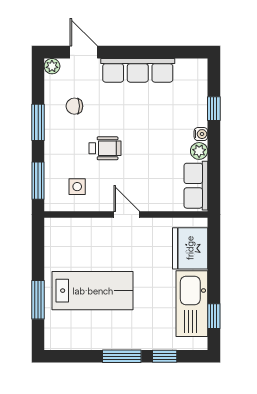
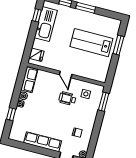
window: (38, 122) -> (96, 129), removed
wheelchair: (105, 148) -> (67, 98), moved
fridge: (190, 248) -> (36, 55), width x0.53, depth x0.75

